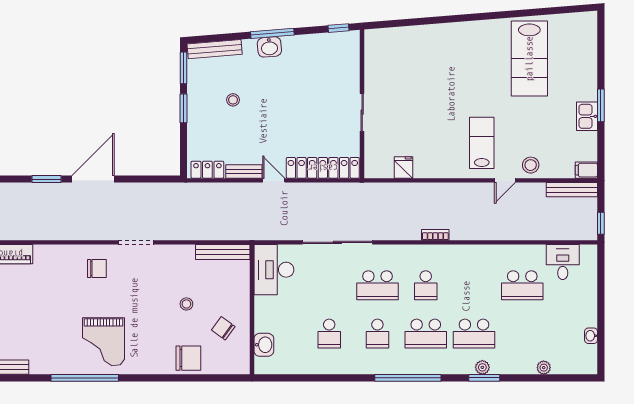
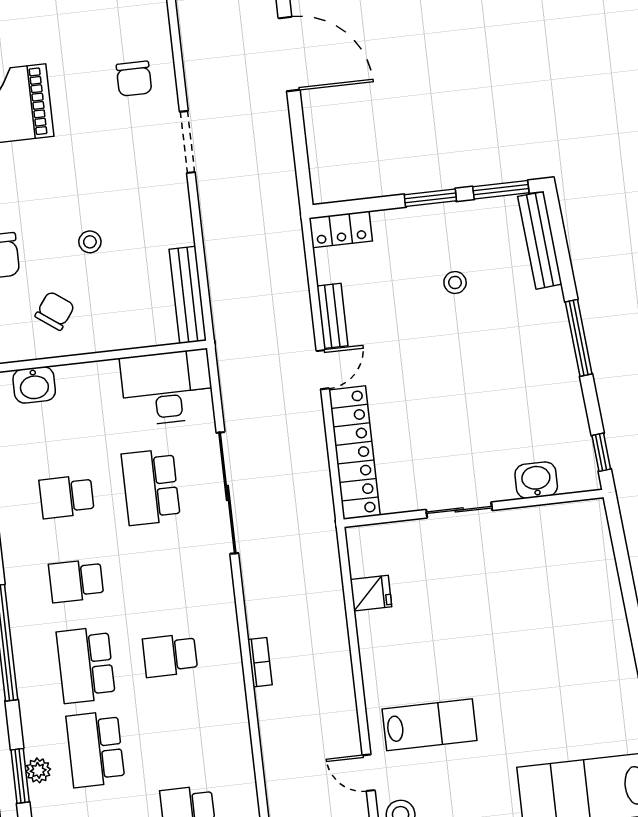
washbasin: (269, 47) -> (536, 480), moved, turned 95
locker: (207, 170) -> (341, 229), moved, turned 90
school desk: (377, 285) -> (151, 487), moved

